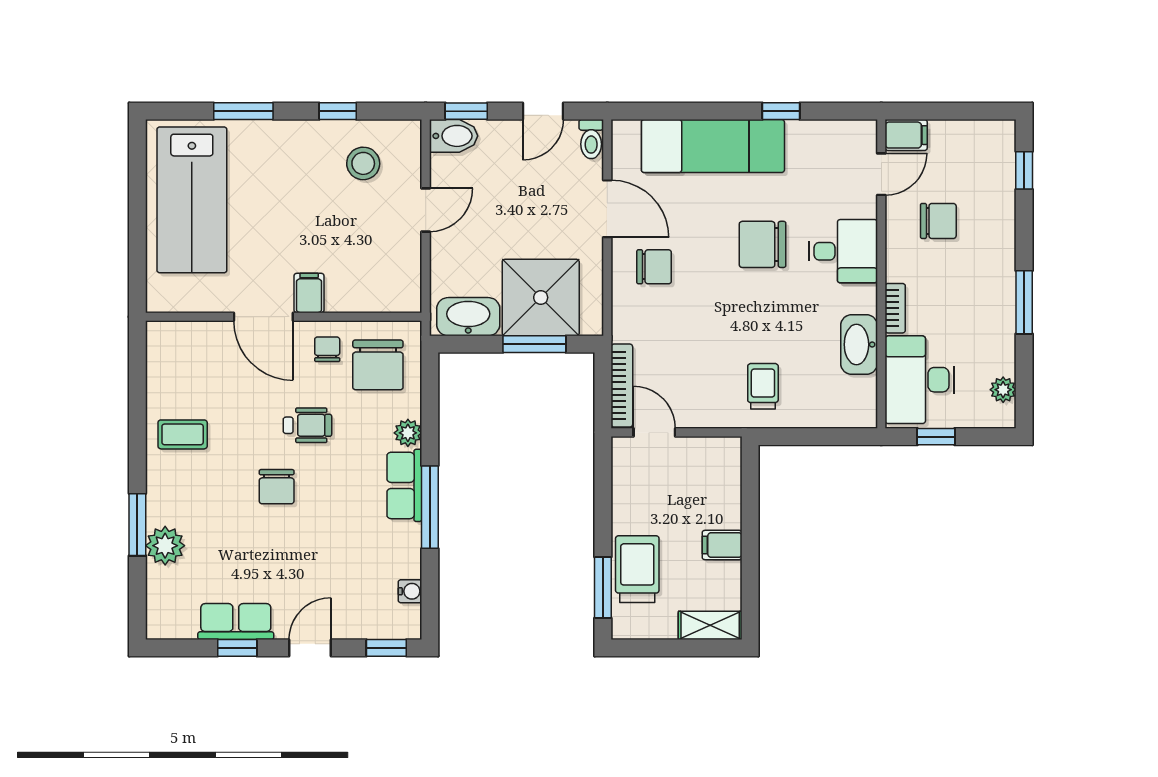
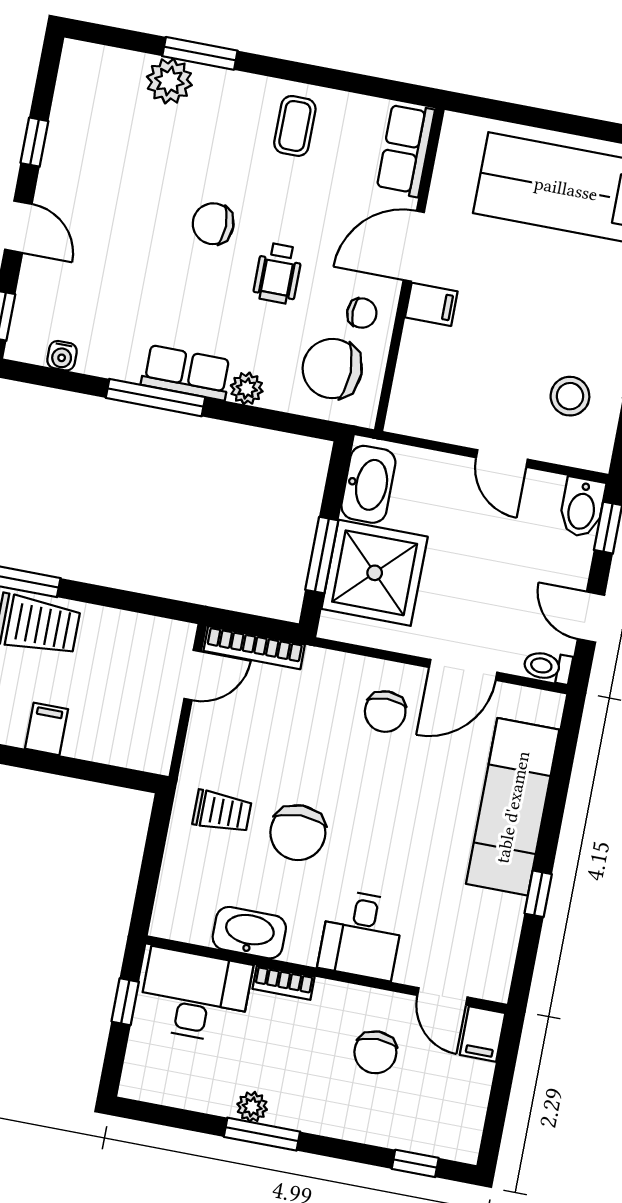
chair: (763, 244) -> (298, 833), moved, turned 180
plant: (1003, 390) -> (252, 1107), moved
row of seats: (236, 622) -> (406, 150), moved, turned 180

